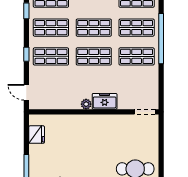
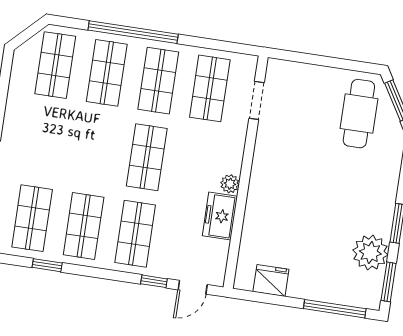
shop shelf: (94, 28) -> (210, 88), moved
window: (26, 54) -> (154, 281), moved
freezer: (105, 101) -> (220, 216), moved
doorway: (145, 112) -> (257, 100), moved

